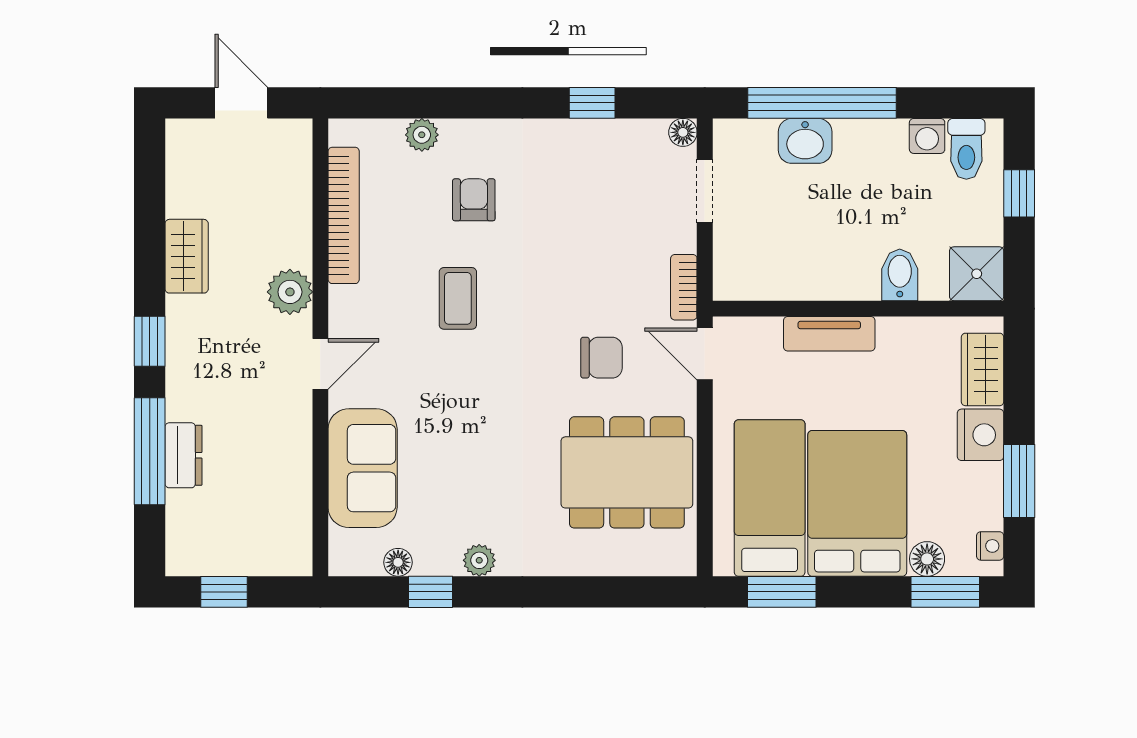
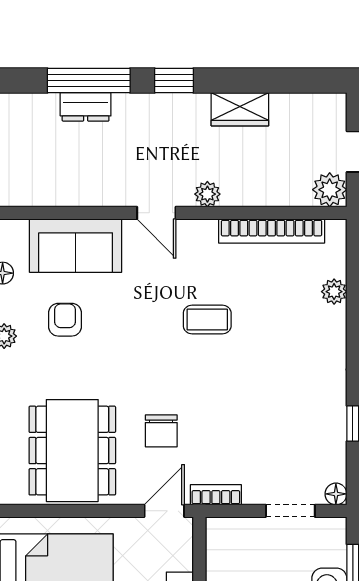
plant: (290, 140) -> (330, 190), added
armchair: (474, 200) -> (65, 320), moved, turned -90
plant: (290, 292) -> (207, 194), width x0.73, depth x0.73

